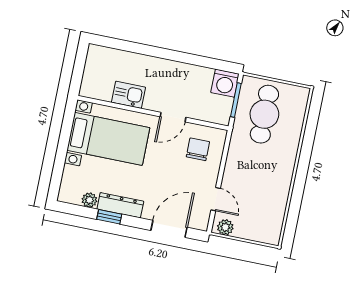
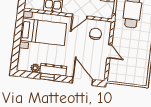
door: (216, 199) -> (109, 52), moved
plant: (225, 227) -> (115, 78), removed
door: (169, 229) -> (82, 81), hinge flipped

